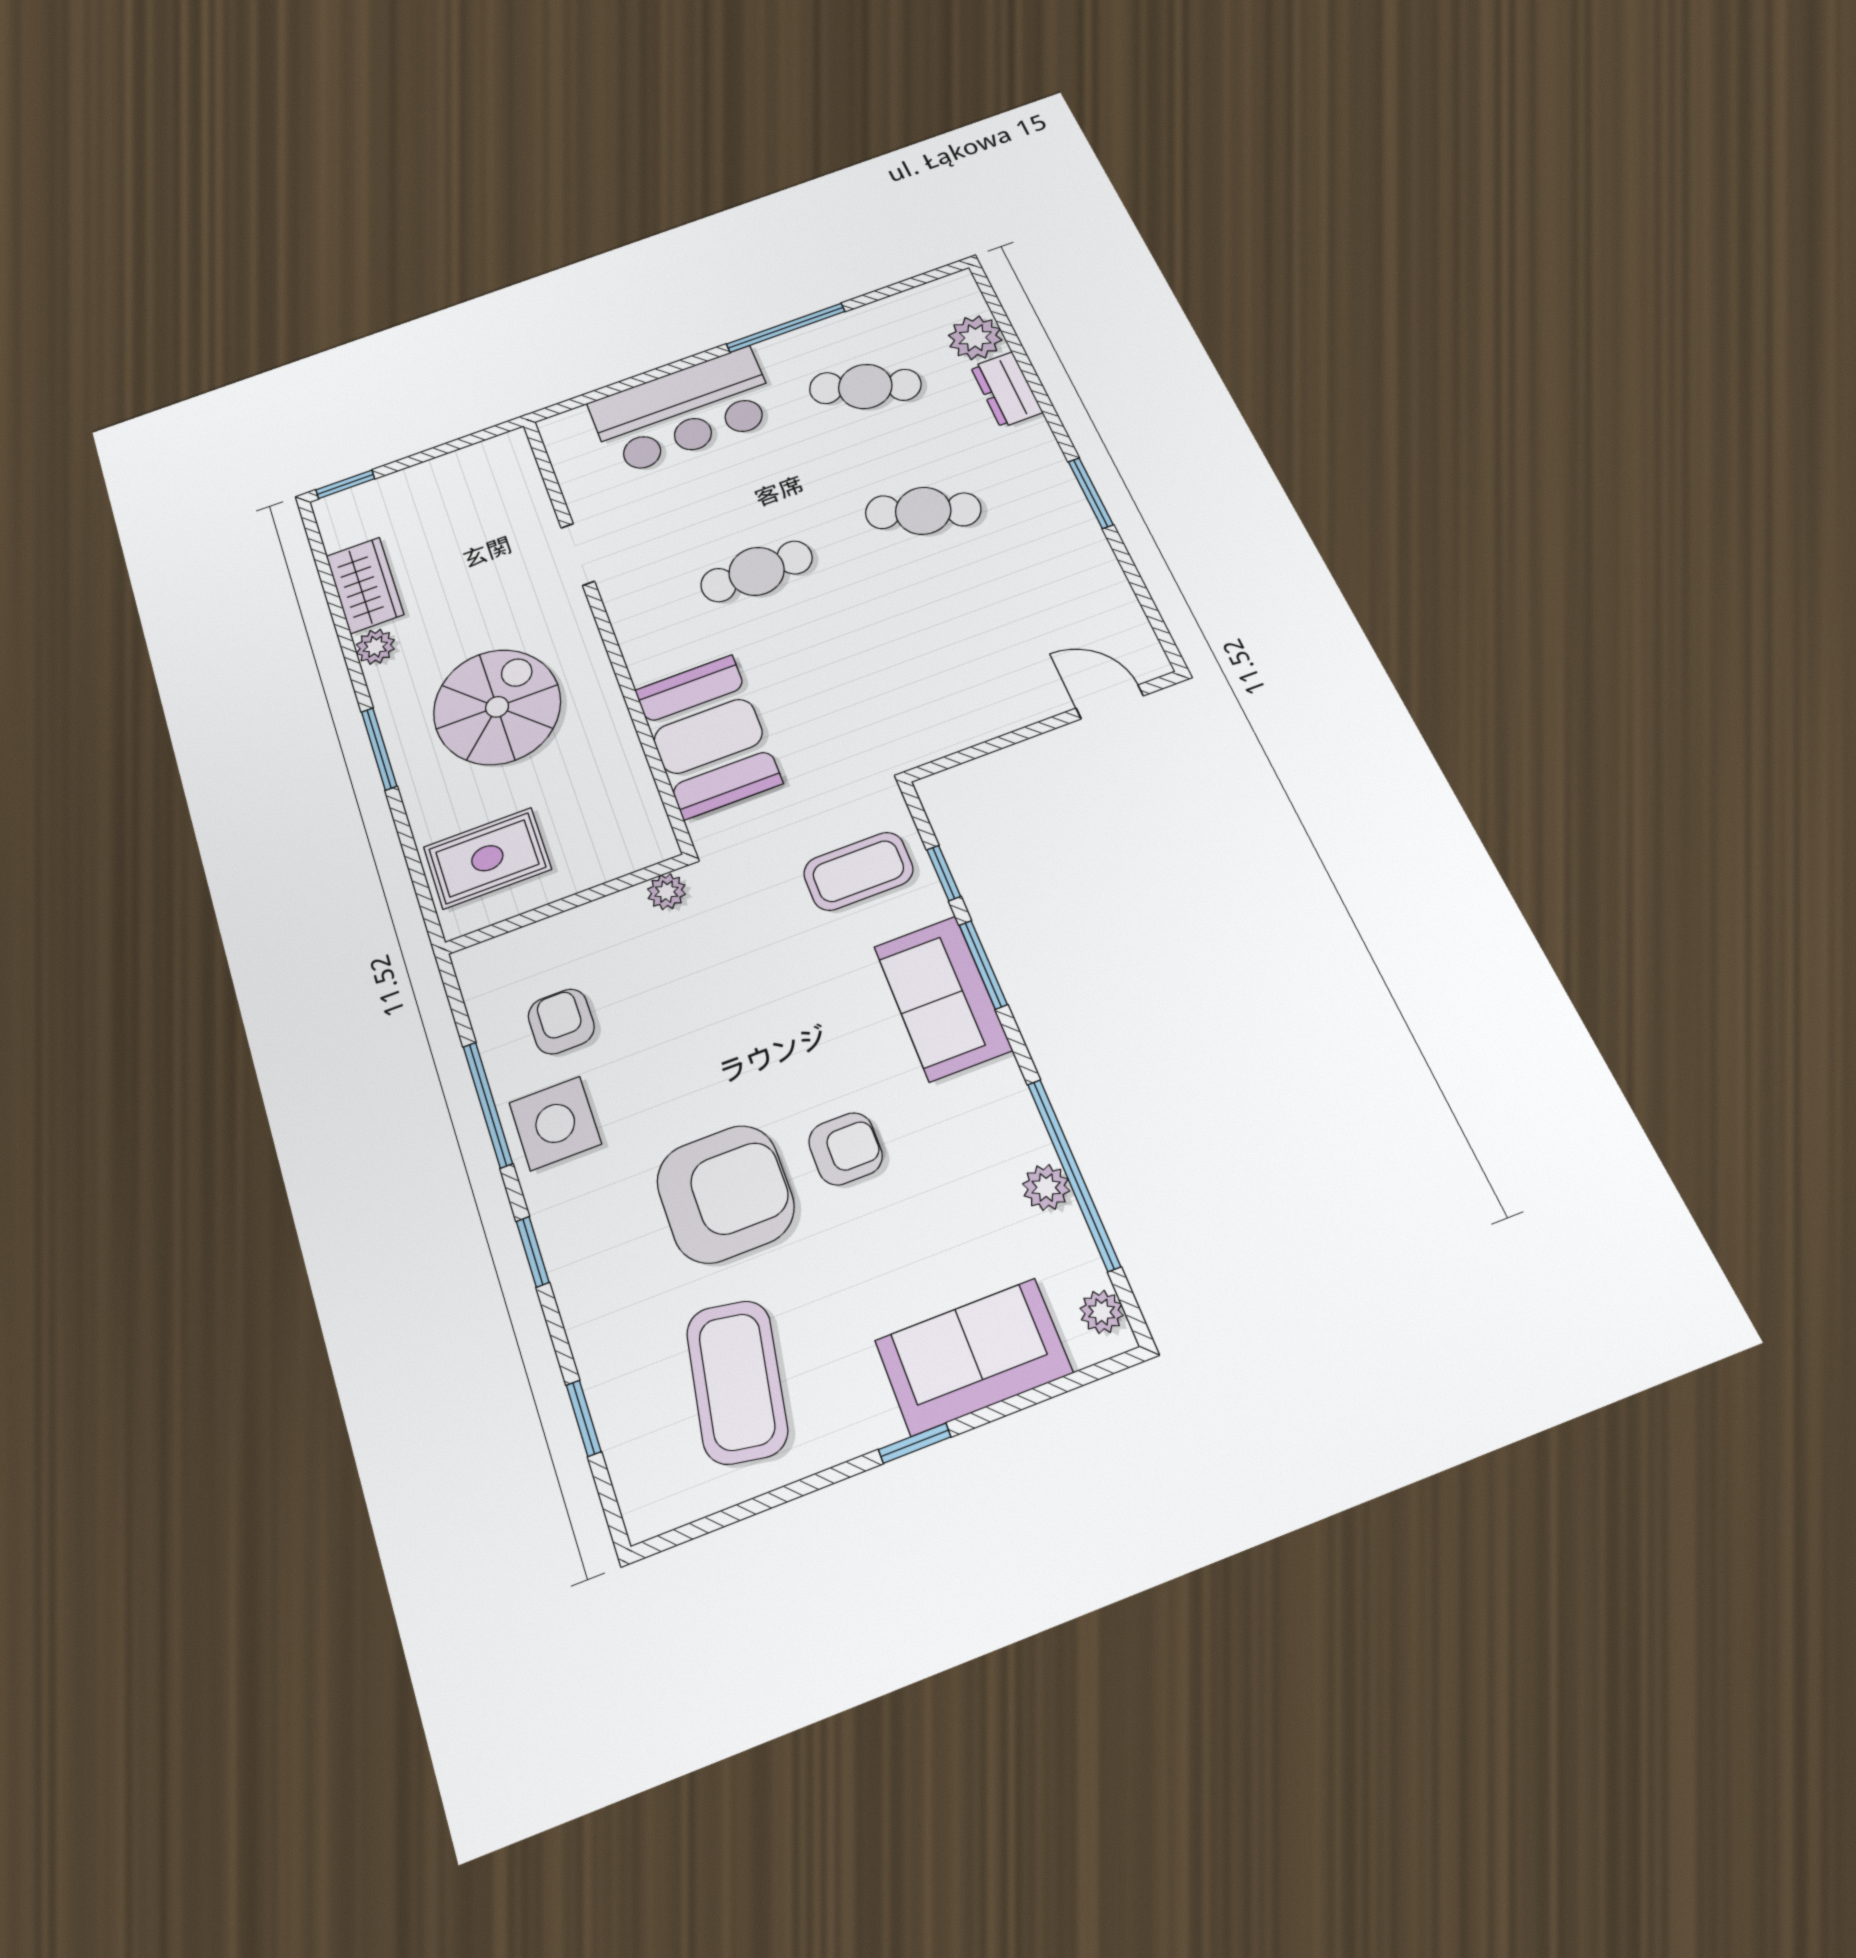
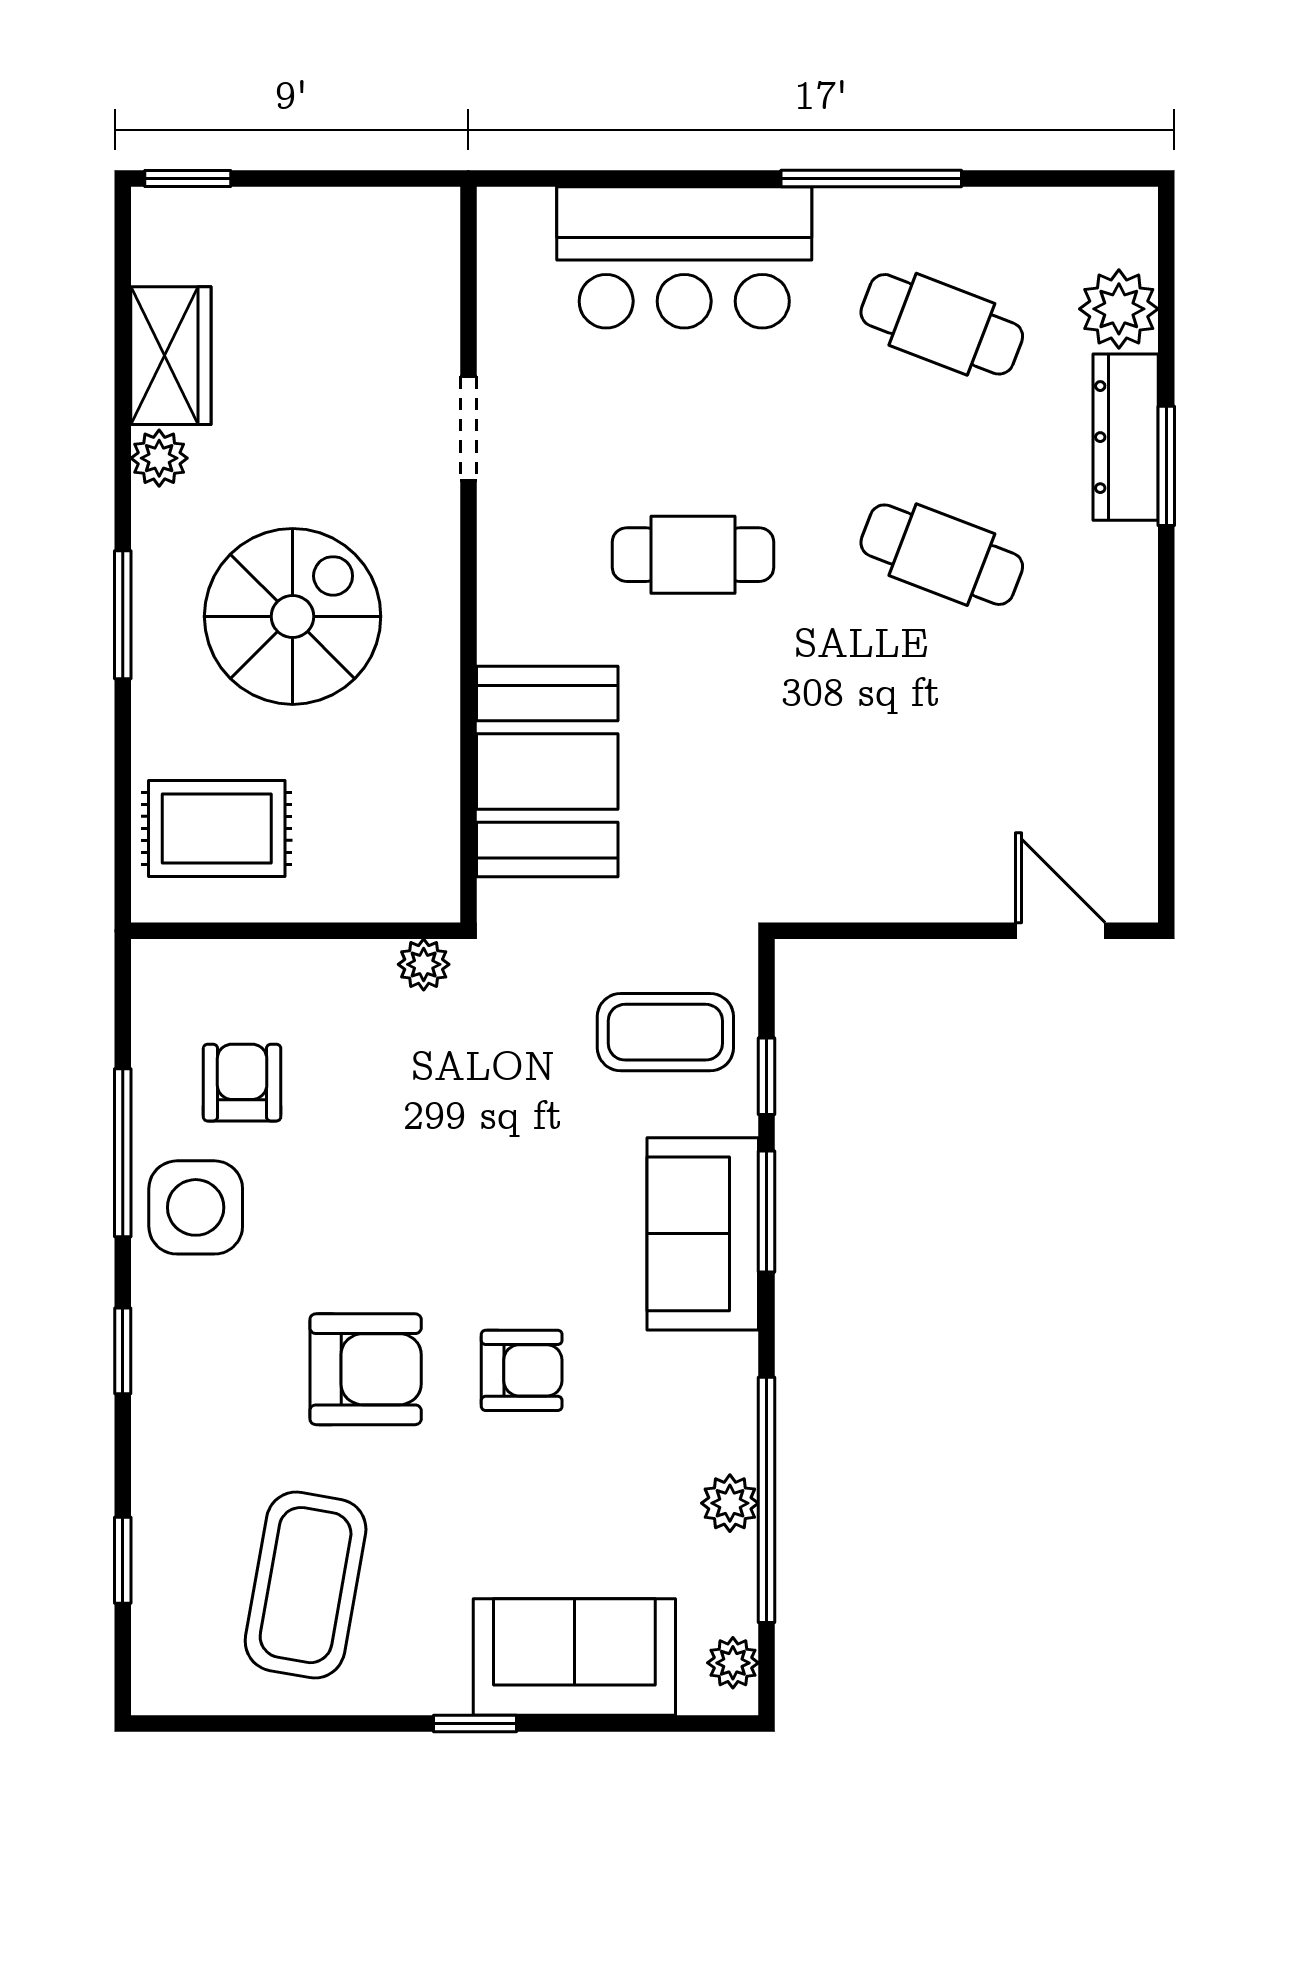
dresser: (1006, 390) -> (1126, 437), width x1.44
window: (1091, 493) -> (1166, 466), moved
armchair: (725, 1194) -> (366, 1369), width x0.73, depth x0.73

